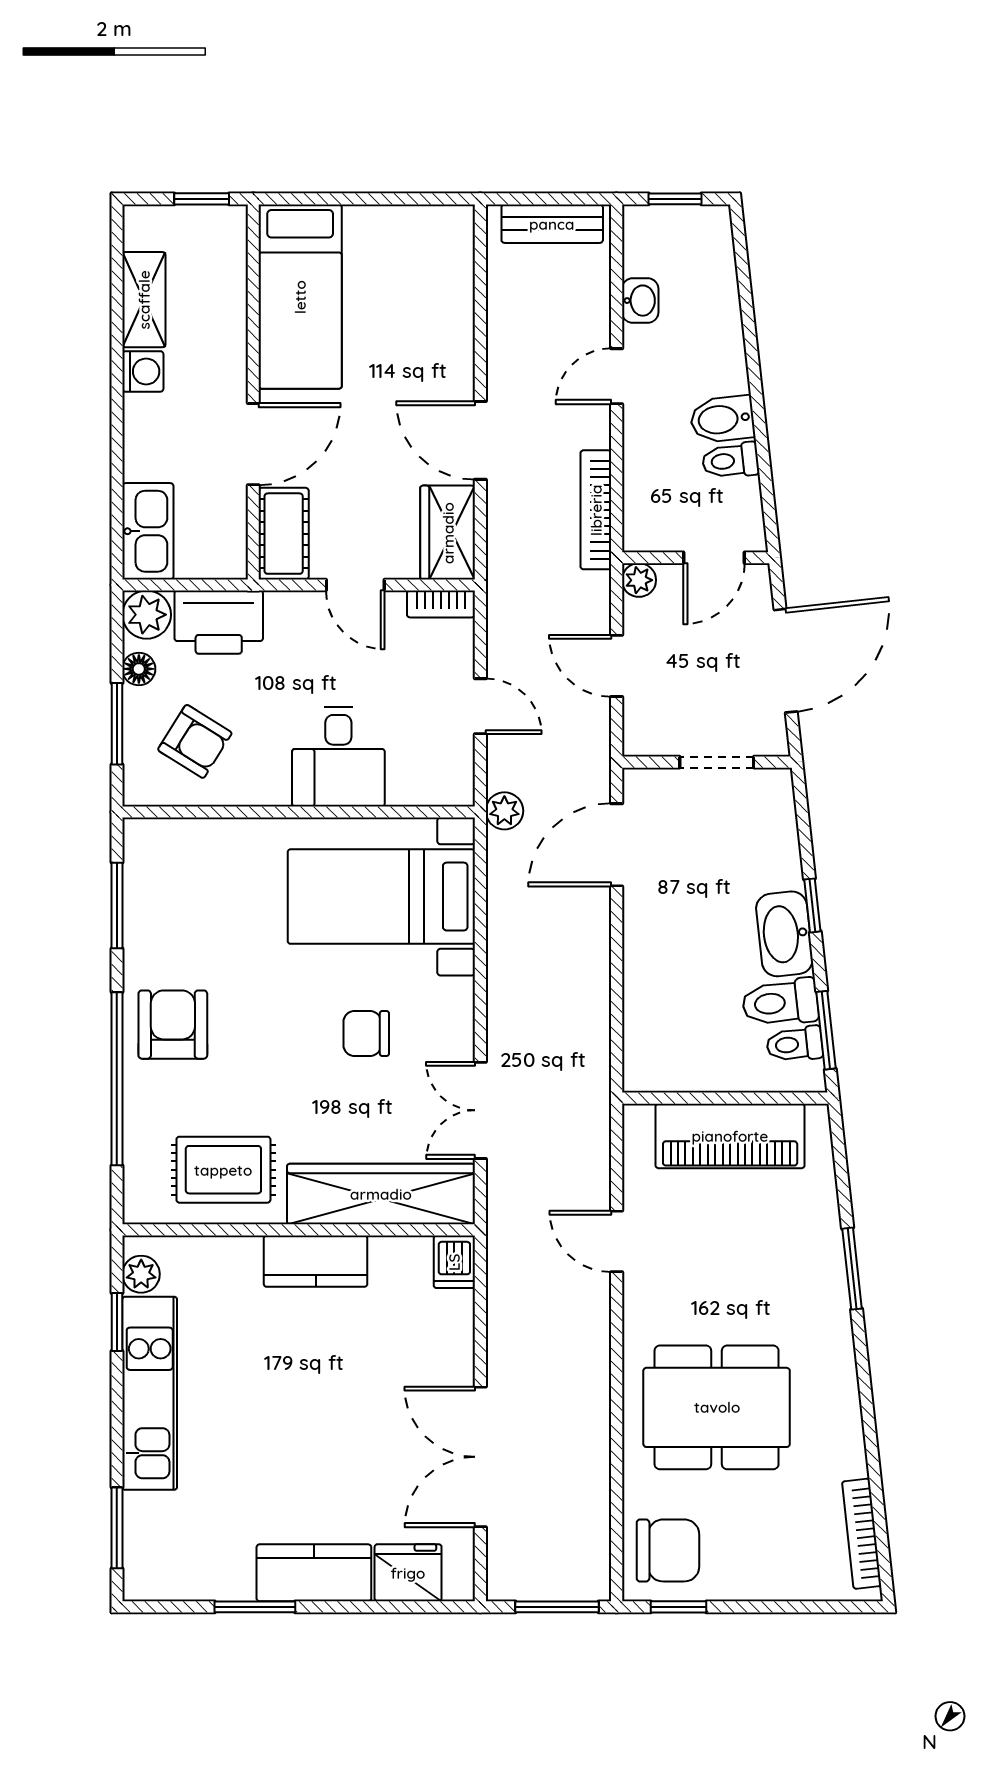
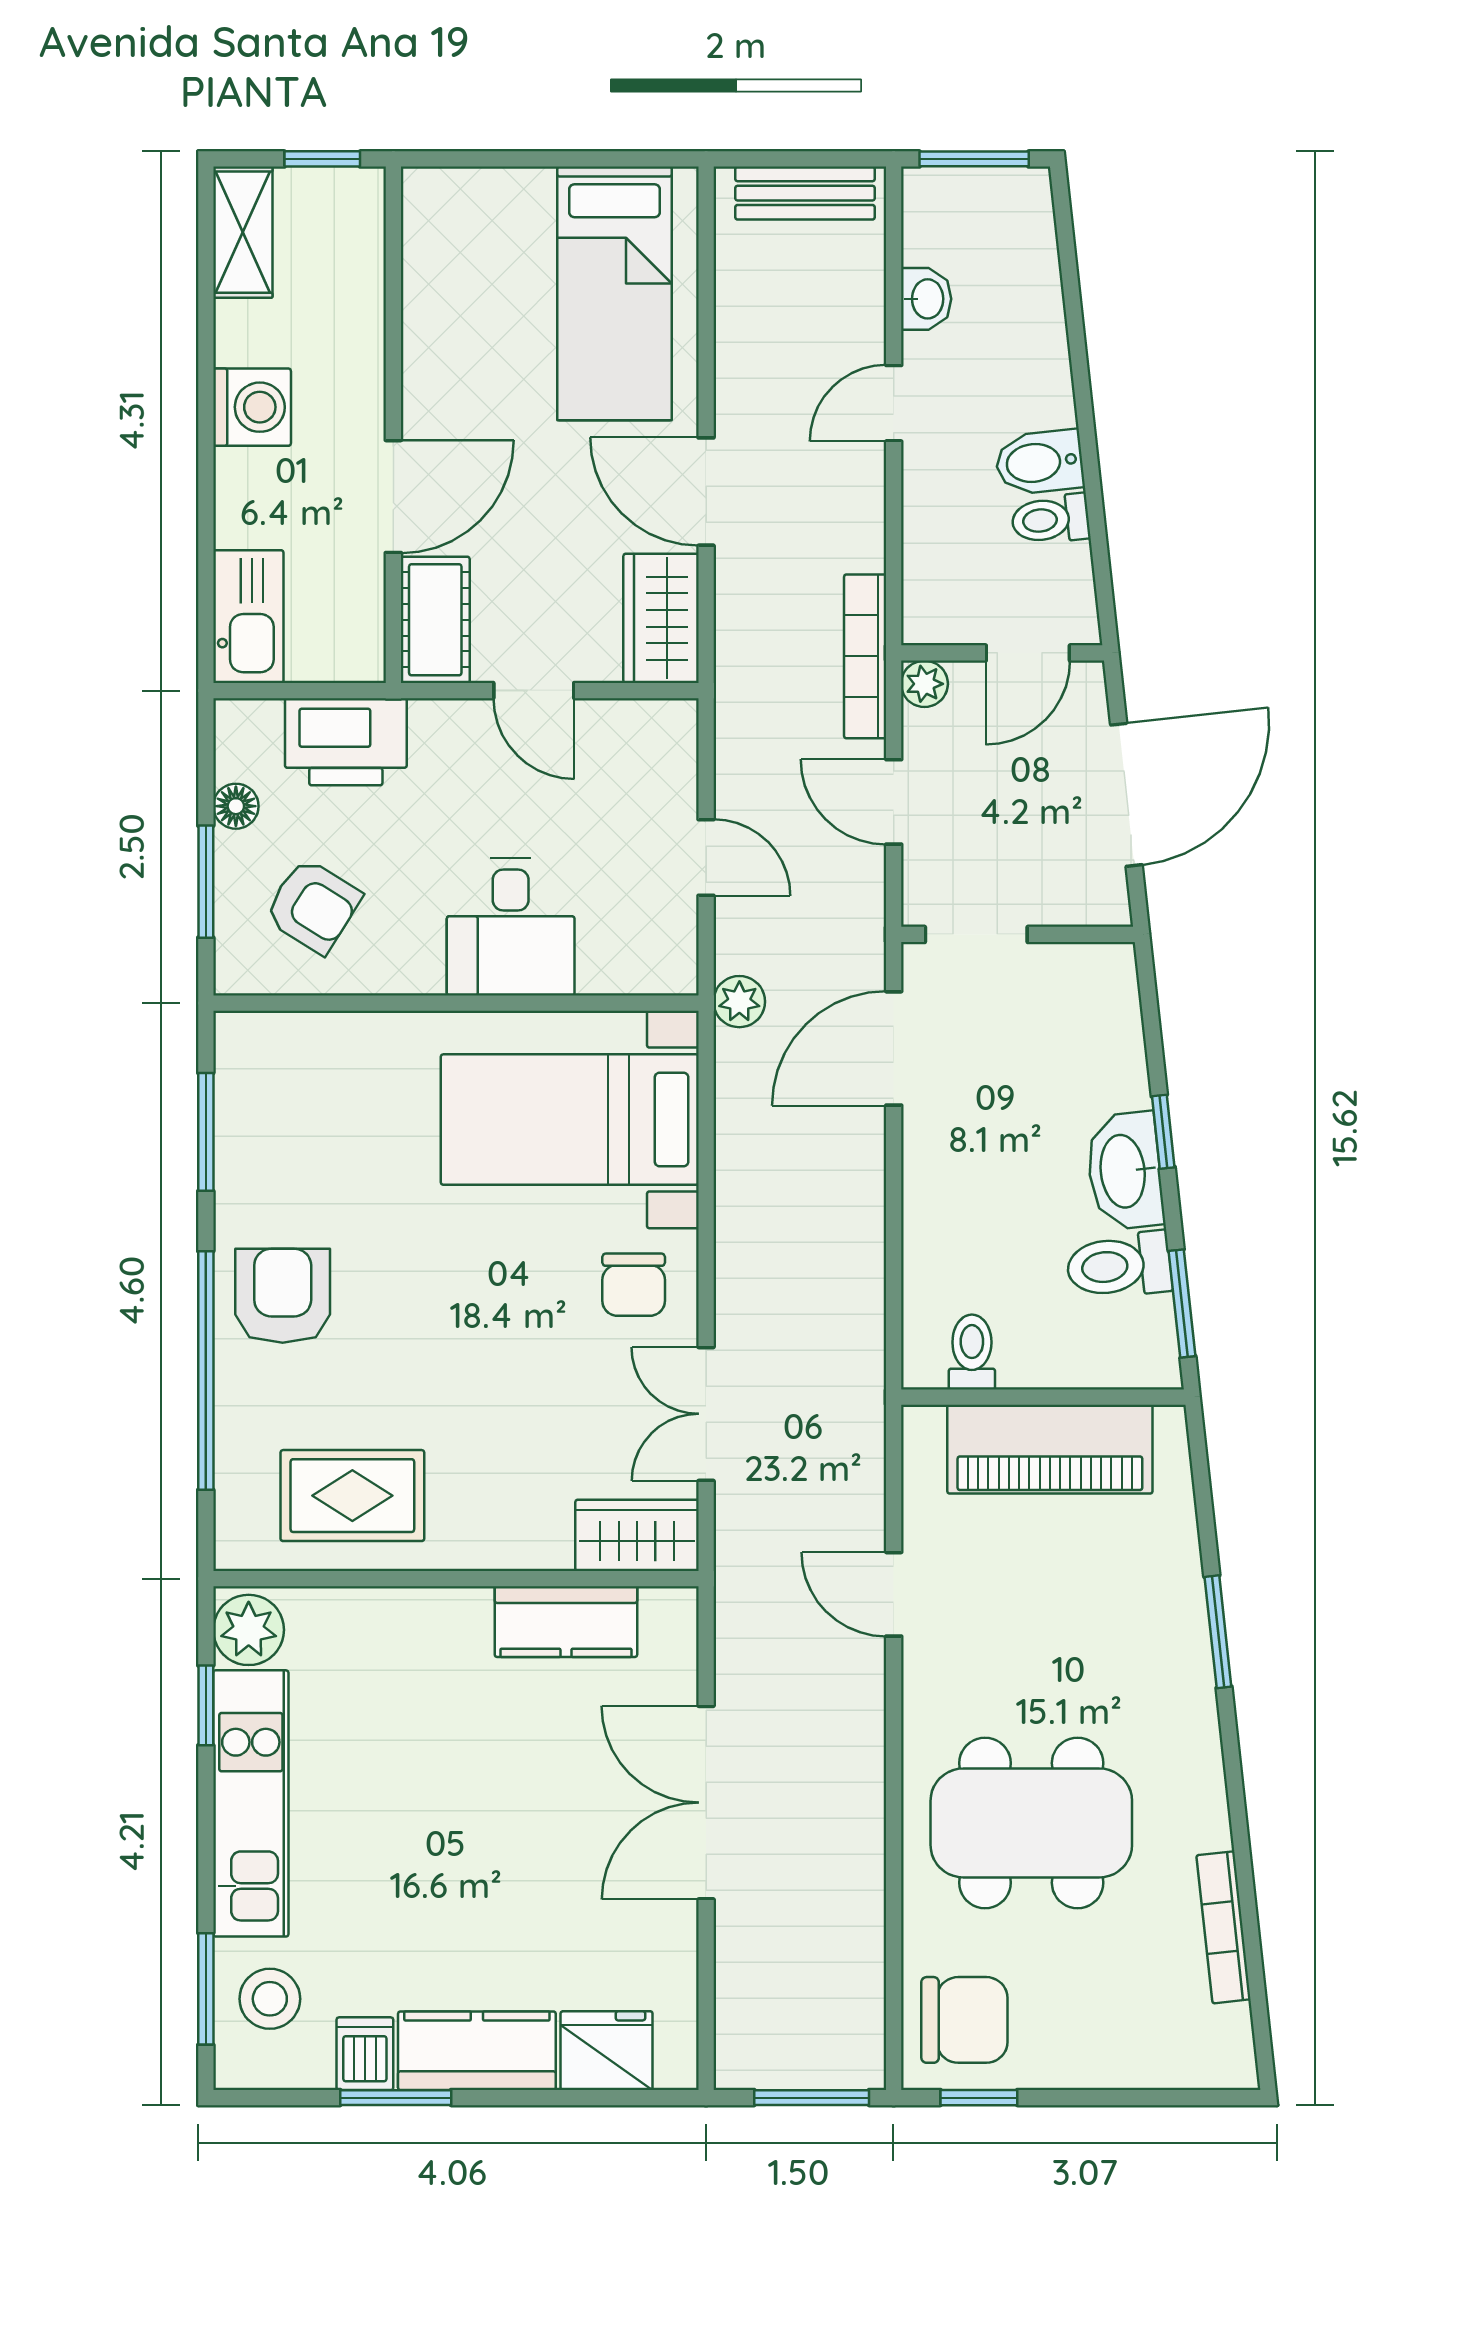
window: (675, 199) -> (974, 159), width x1.50
bed: (300, 297) -> (615, 293), moved
shelving: (144, 300) -> (243, 232), moved
washing machine: (143, 371) -> (252, 407), width x1.38, depth x1.38
bookcase: (596, 510) -> (865, 656), moved
bookcase: (441, 604) -> (652, 717), removed
plant: (147, 615) -> (247, 731), removed
doorway: (717, 762) -> (976, 934), moved
chair: (366, 1033) -> (634, 1285), moved, turned -90
toilet: (795, 1044) -> (972, 1352), moved, turned 96
wardrobe: (381, 1194) -> (637, 1535), width x0.48, depth x0.85
kitchen counter: (316, 1261) -> (566, 1622), moved
dishwasher: (454, 1262) -> (365, 2054), moved, turned 180
plant: (141, 1274) -> (249, 1630), width x1.38, depth x1.38
double door: (480, 1457) -> (706, 1803), moved
bookcase: (862, 1534) -> (1223, 1927), moved
stool: (163, 1535) -> (270, 1999), added

